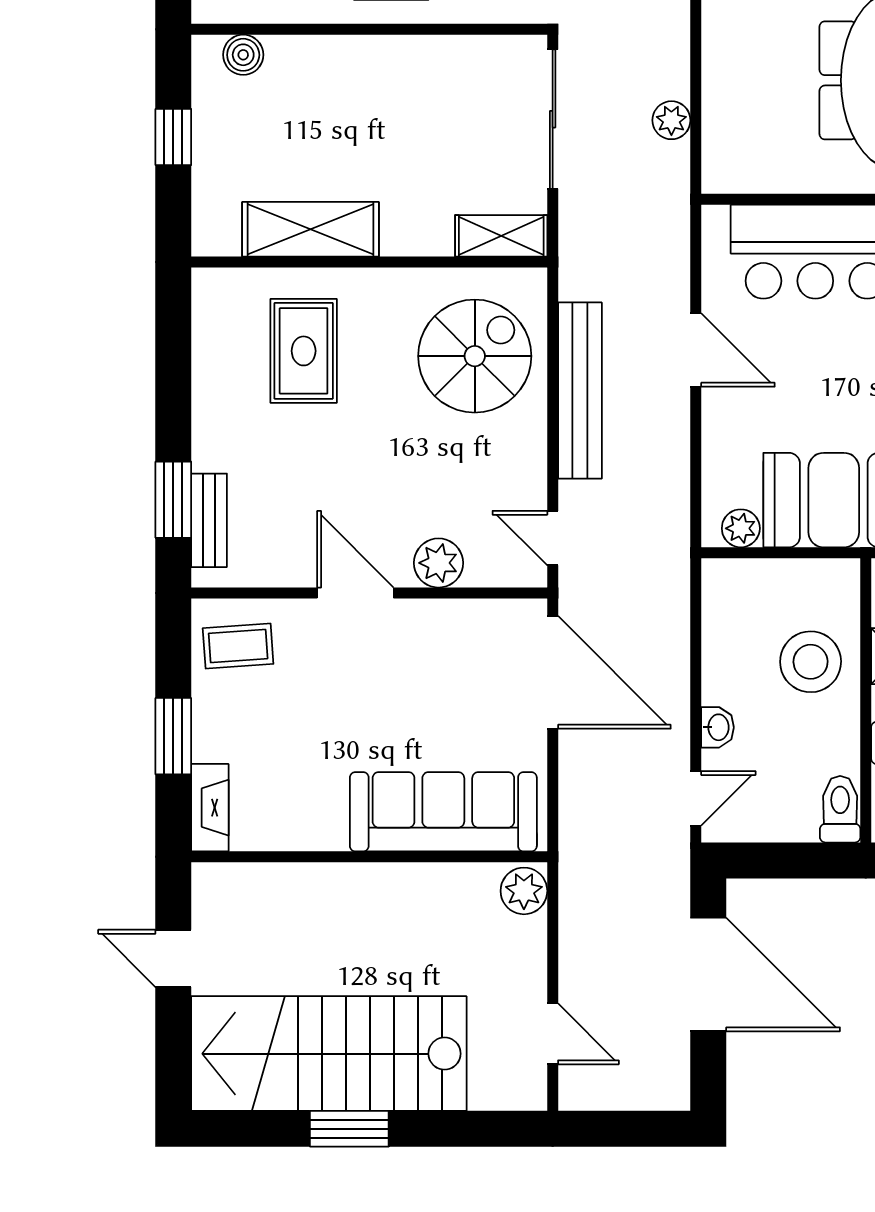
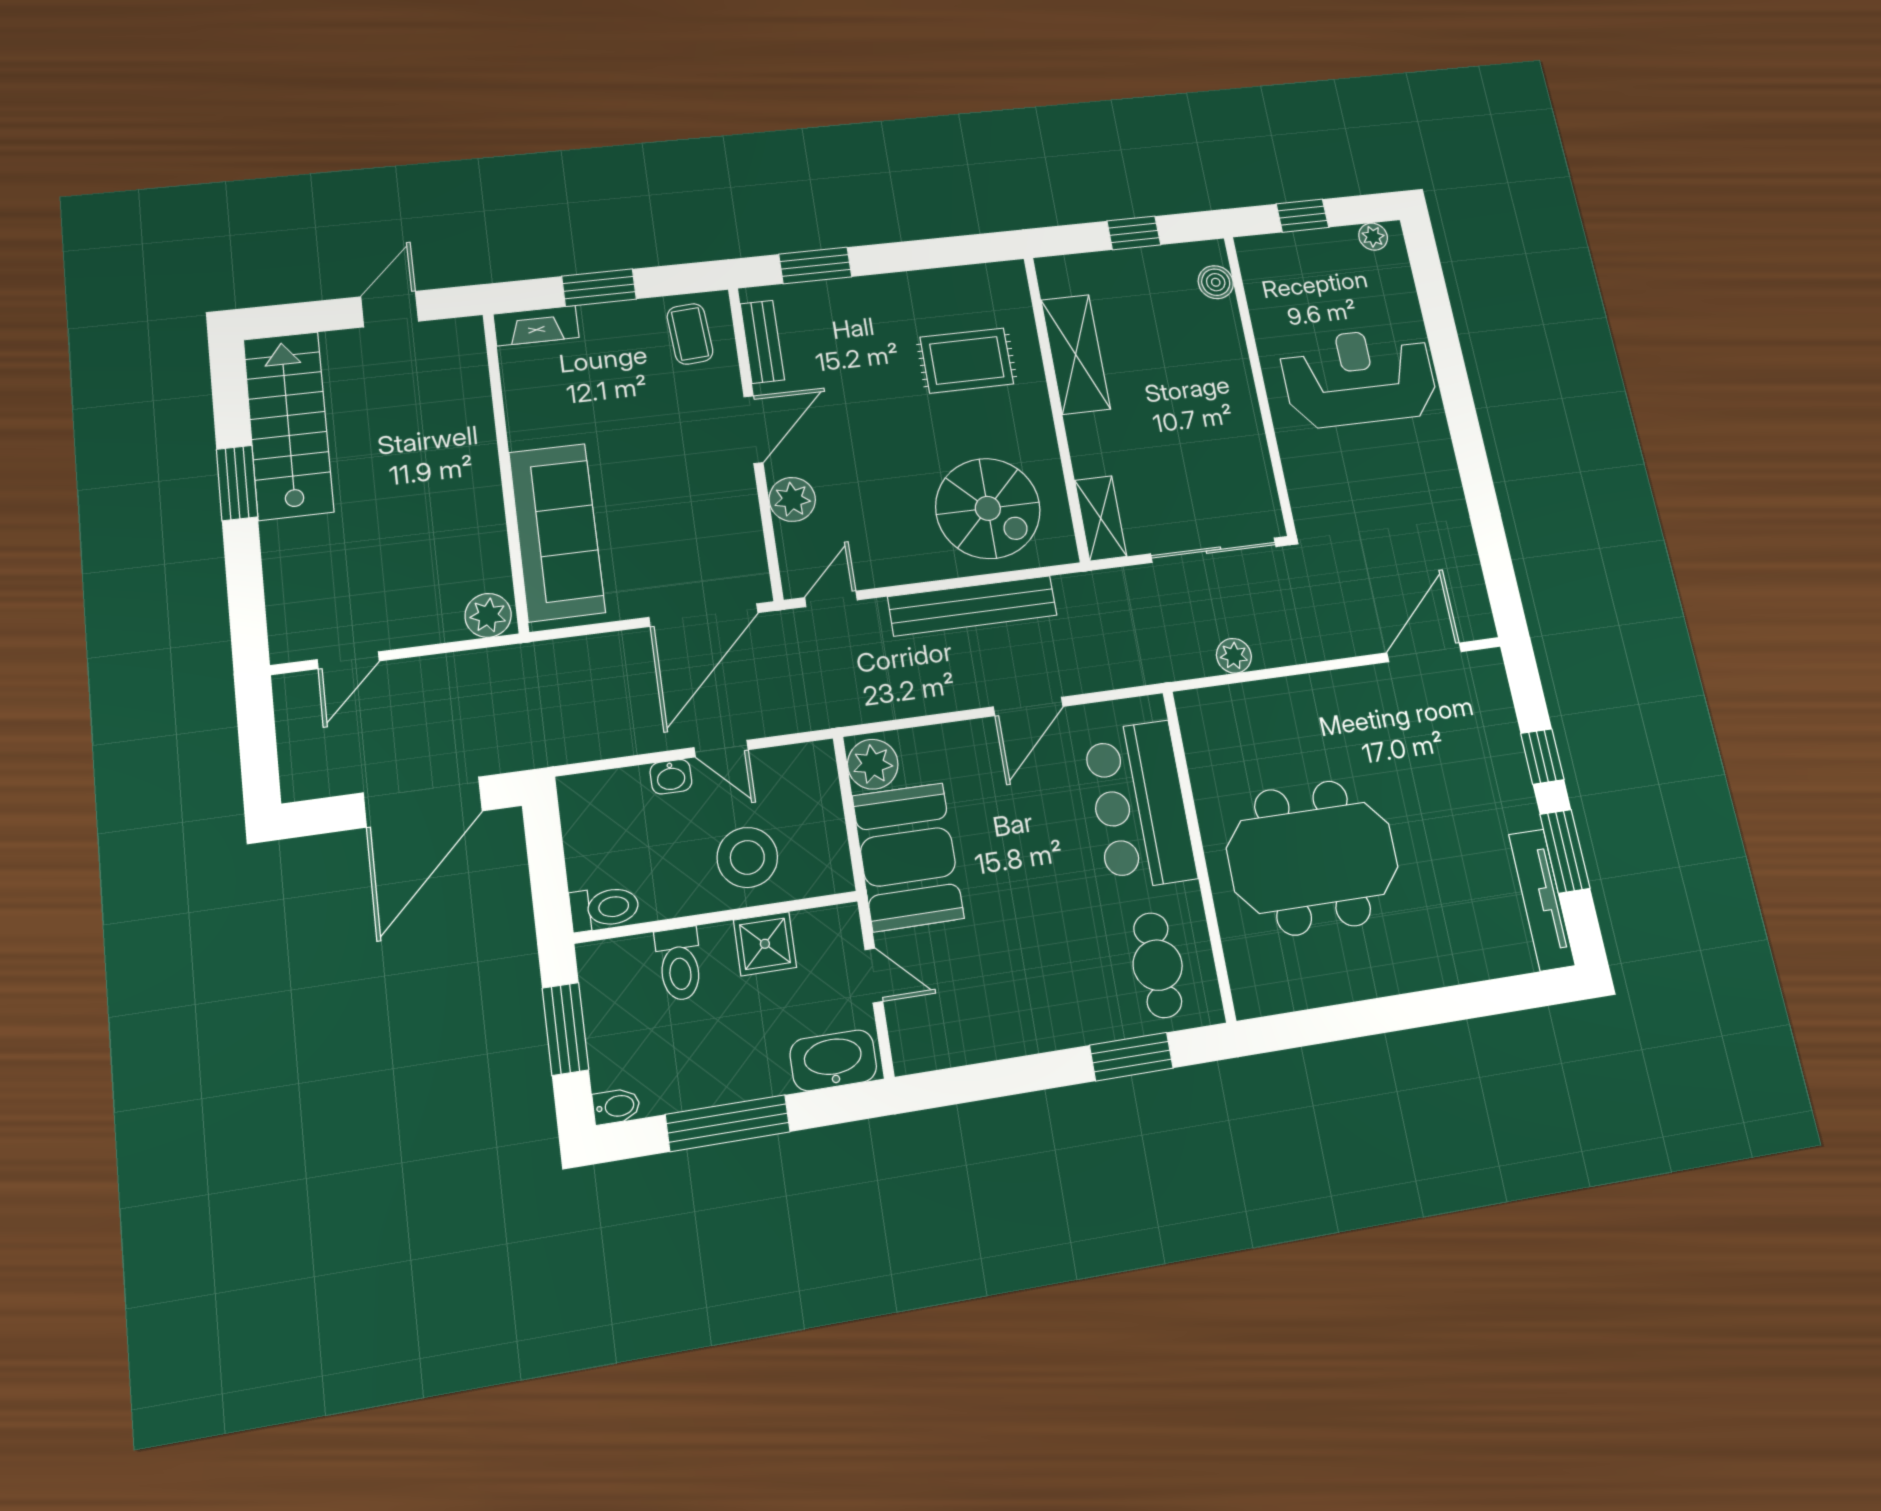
bench: (209, 520) -> (762, 342), moved, turned 90
plant: (741, 528) -> (873, 764), width x1.38, depth x1.38
door: (696, 798) -> (721, 749), moved
stairs: (329, 1054) -> (288, 425), width x0.73, depth x0.66

